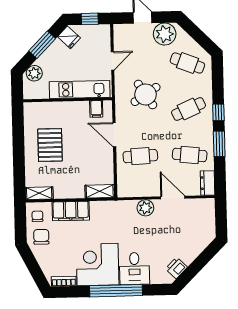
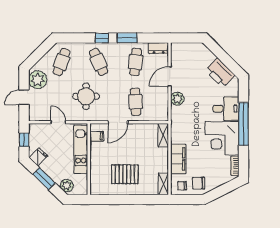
round table: (146, 94) -> (86, 96), turned 33
printer: (176, 268) -> (220, 73), width x1.87, depth x1.48

